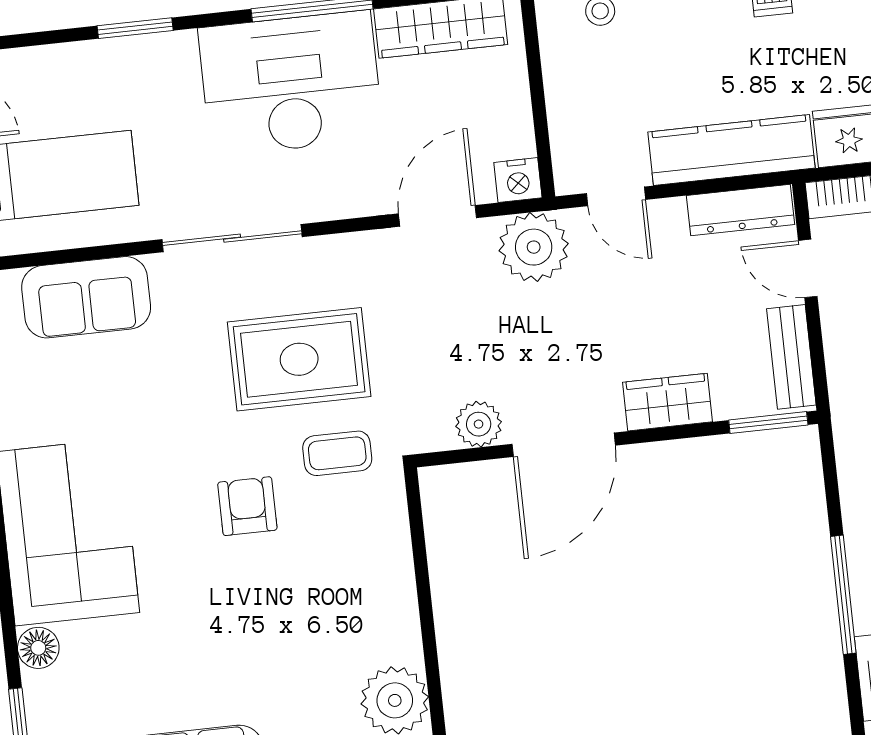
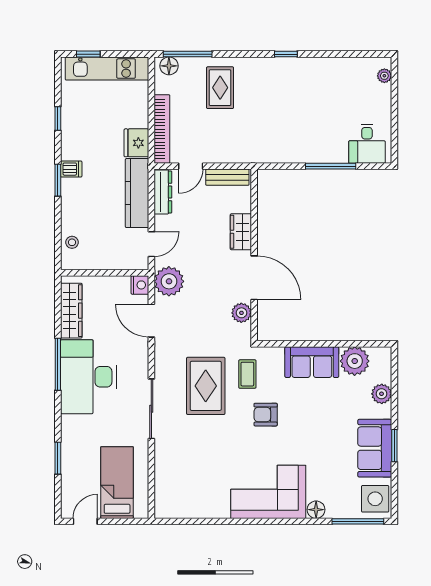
window: (135, 28) -> (58, 458), moved
sofa: (86, 297) -> (312, 362), moved, turned 90
window: (768, 423) -> (254, 190), removed

